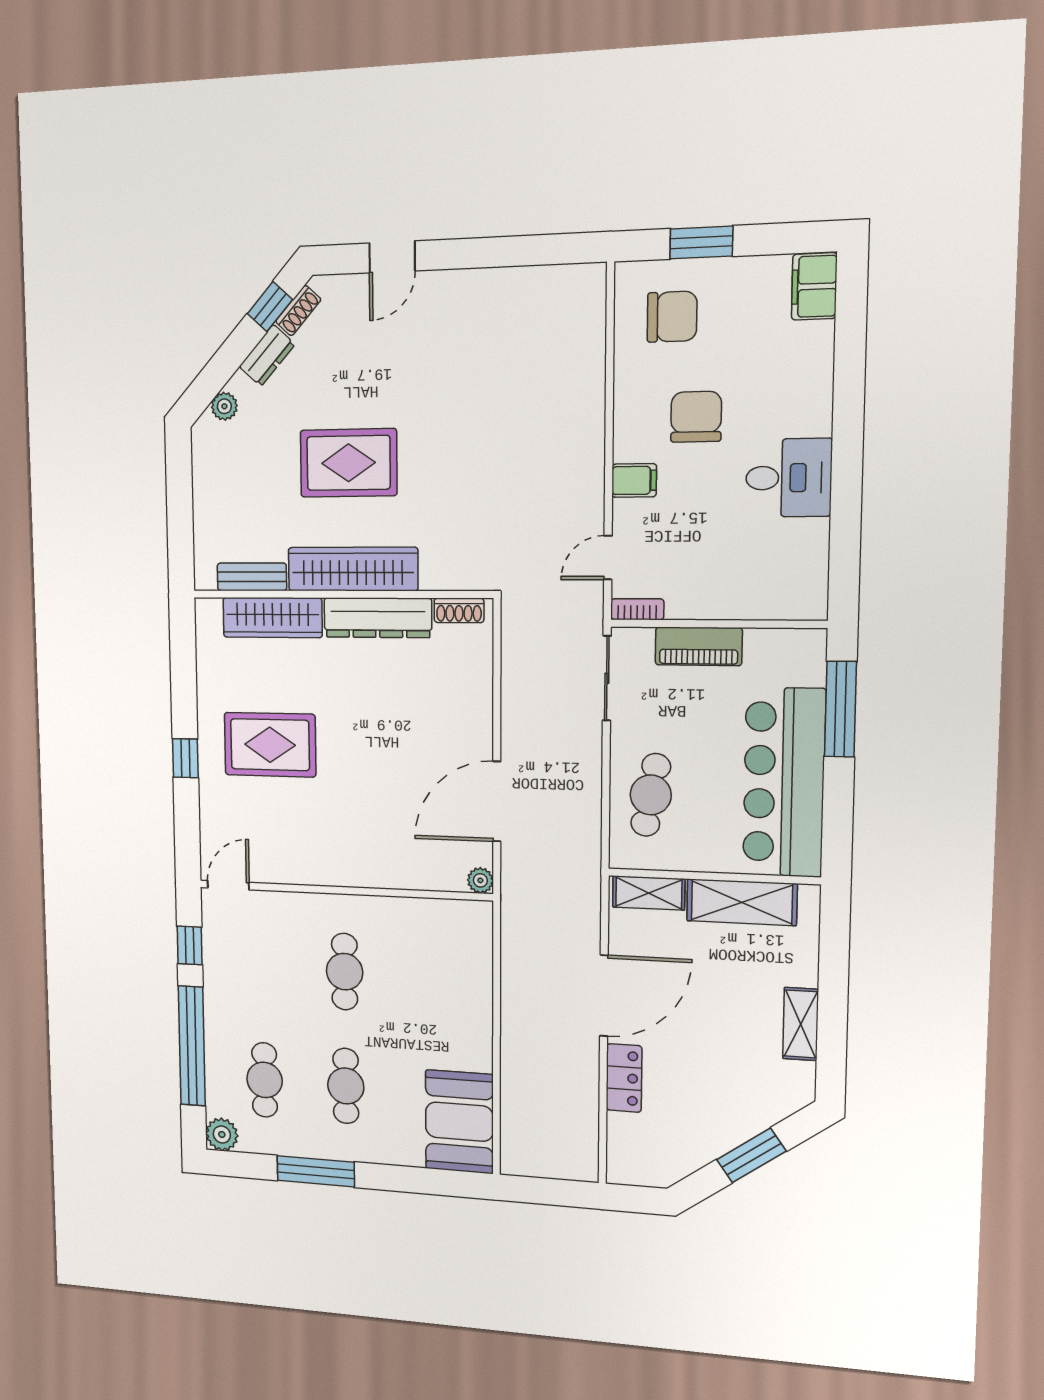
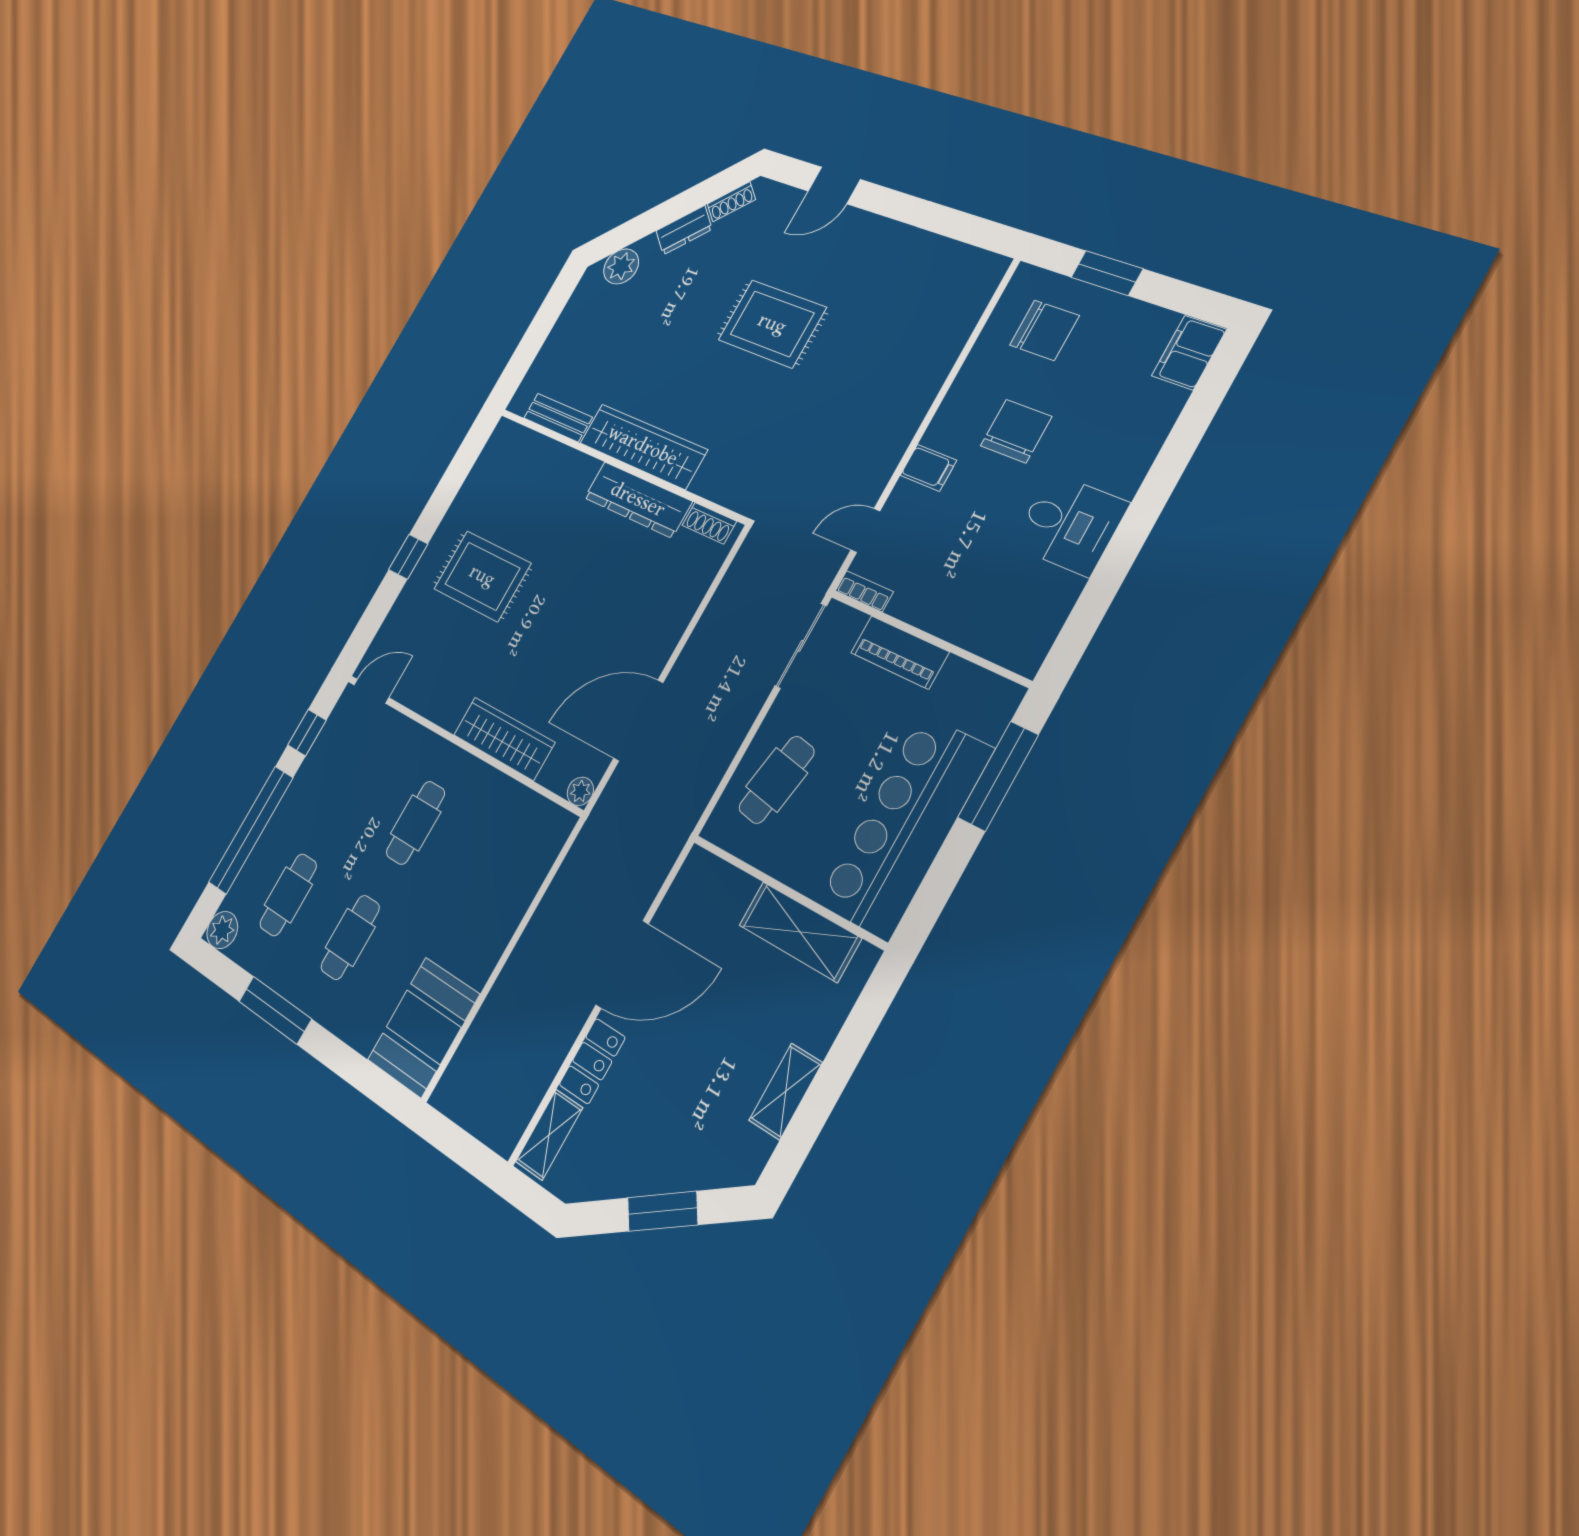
window: (270, 307) -> (711, 190), removed
plant: (224, 406) -> (621, 266), width x1.38, depth x1.38
rug: (348, 463) -> (772, 324), moved
wardrobe: (272, 618) -> (504, 739), moved, turned 180
shelving: (649, 893) -> (549, 1135), moved, turned 90

